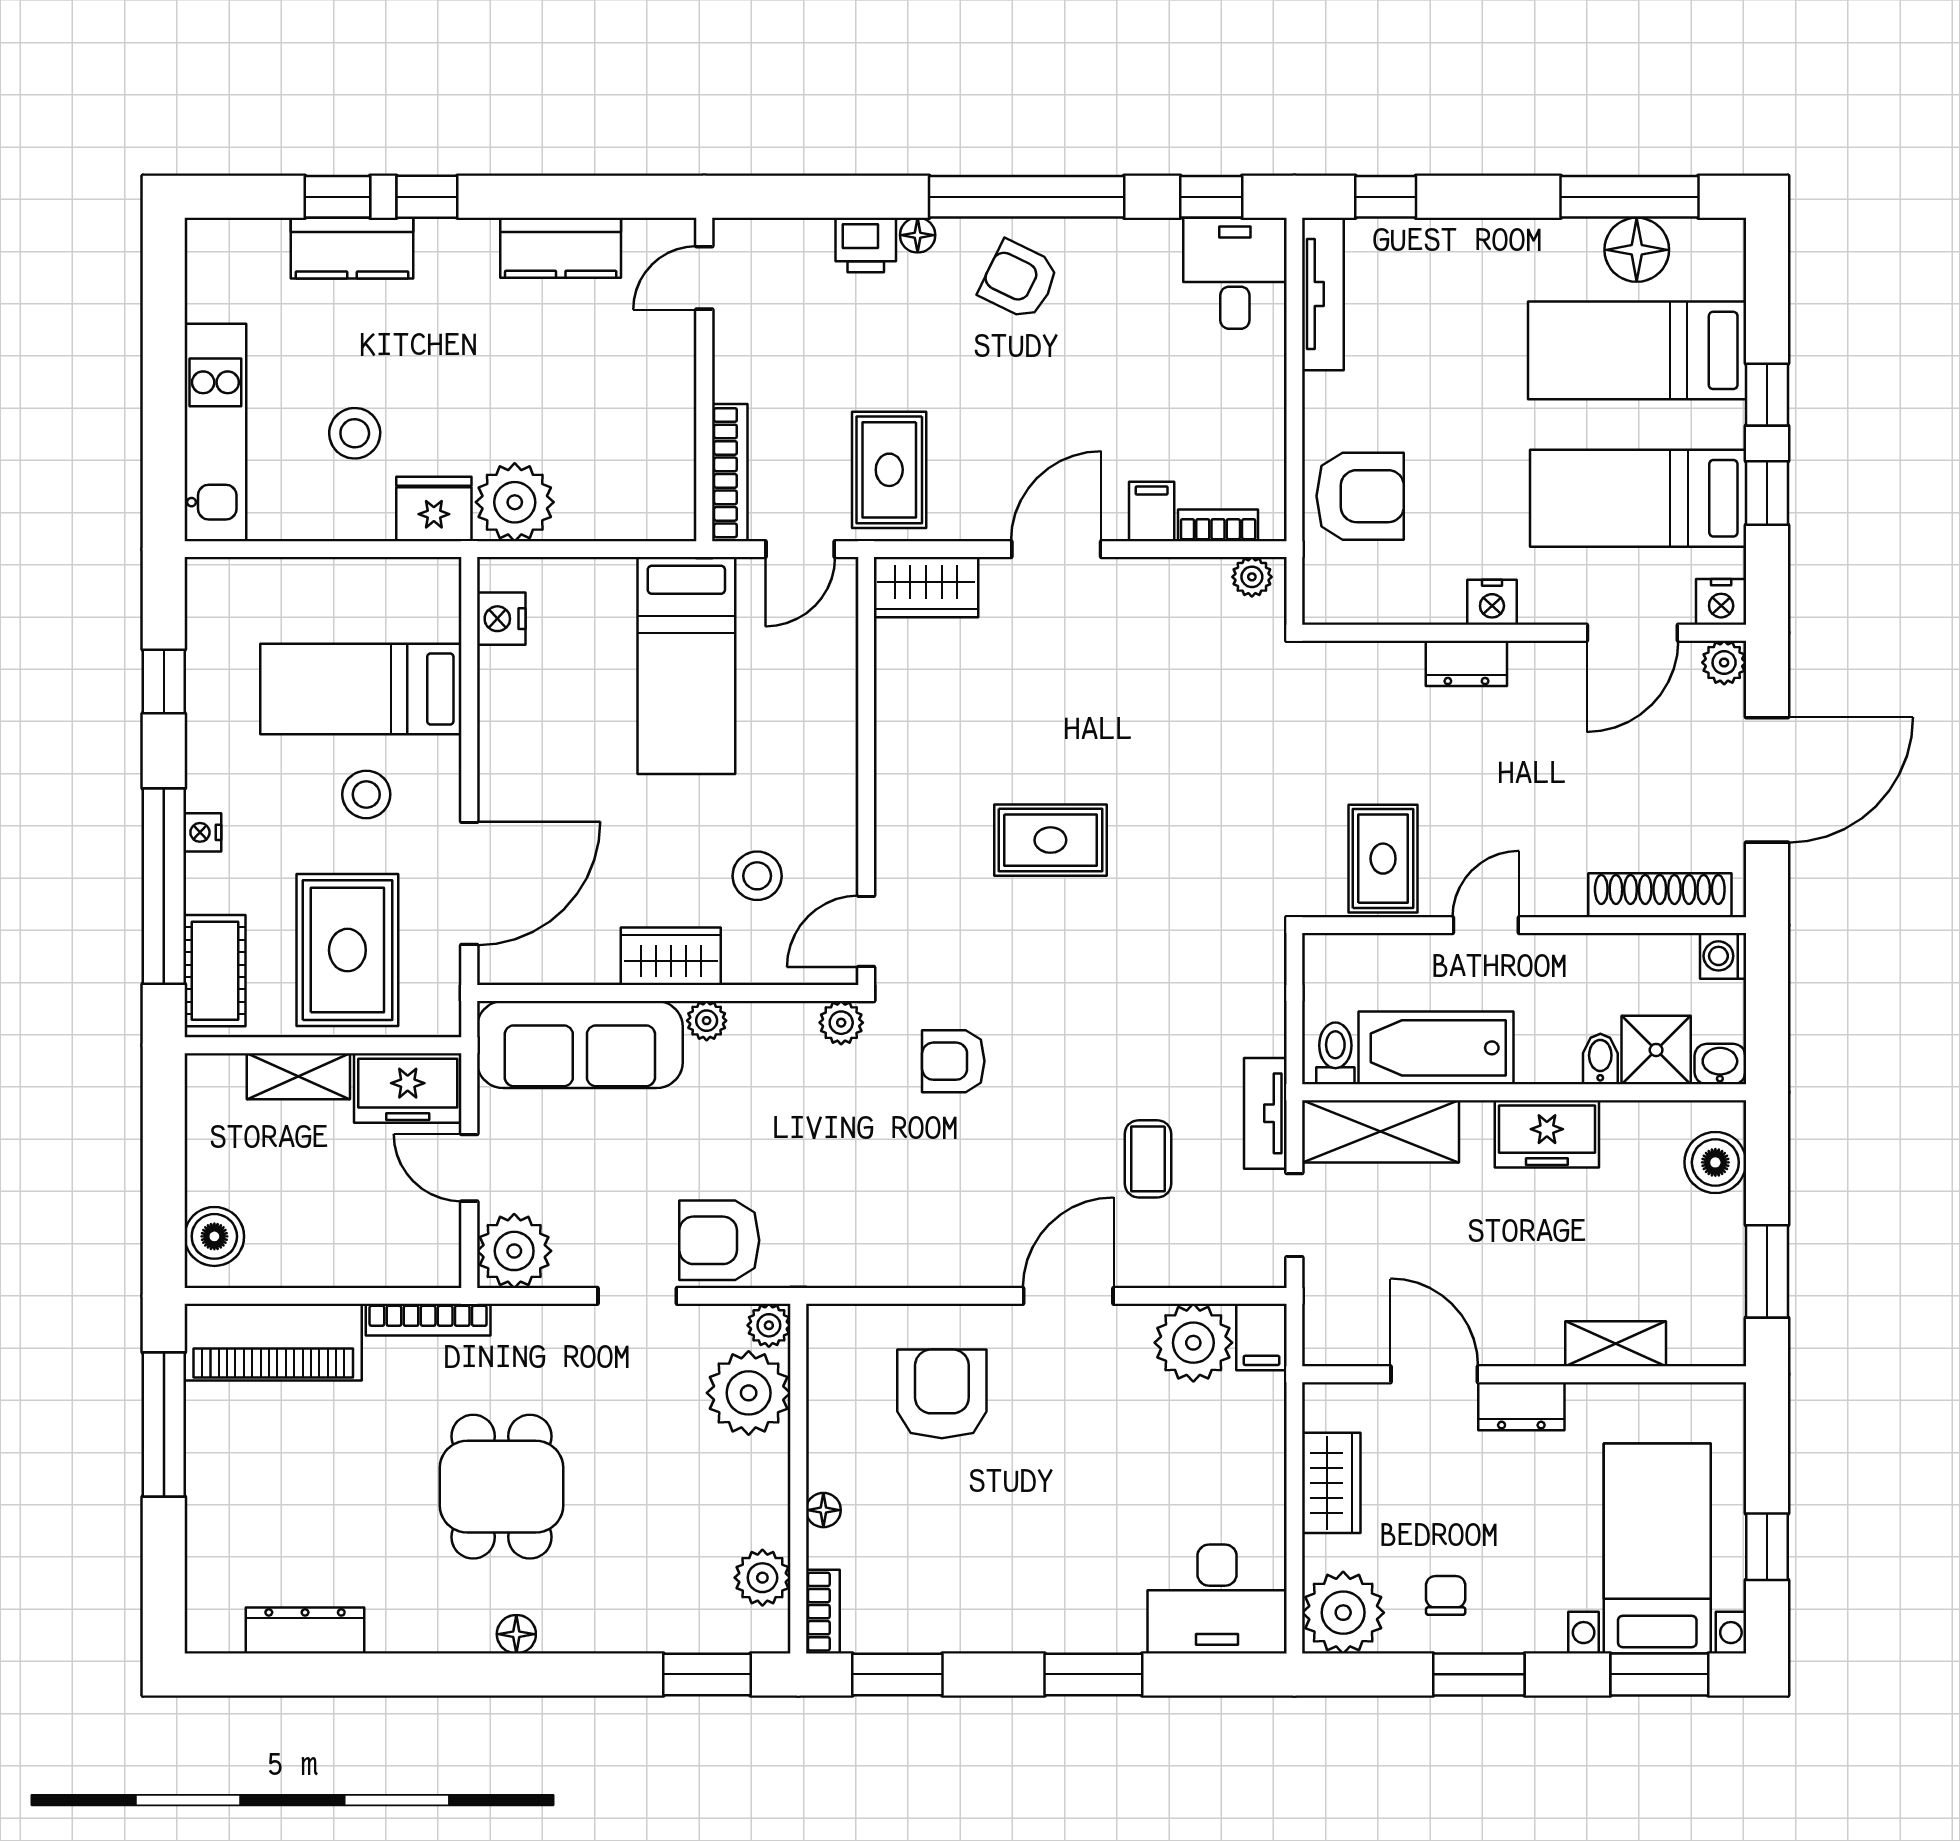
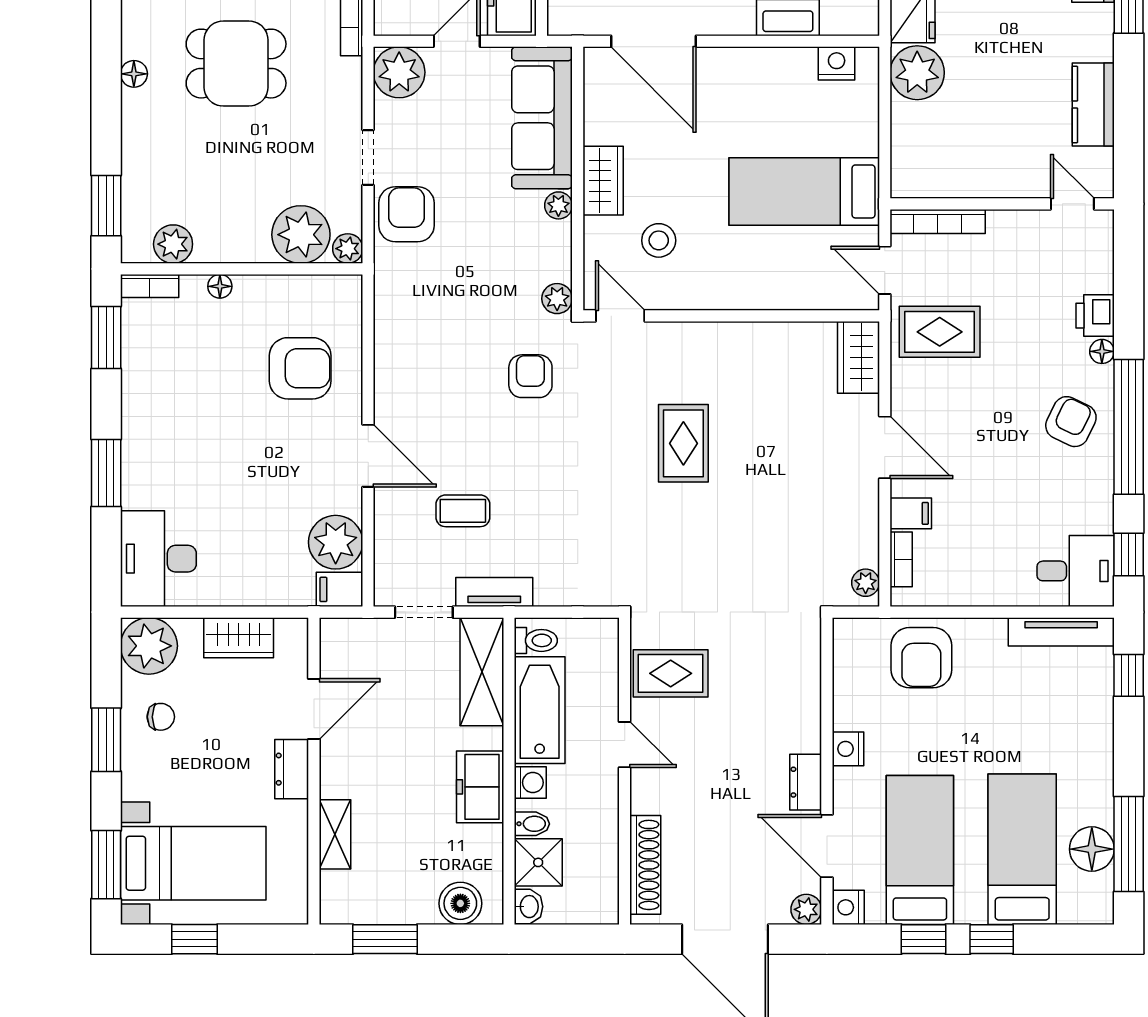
dresser: (1466, 663) -> (806, 782), moved
washing machine: (1723, 956) -> (530, 783), moved, turned 90

